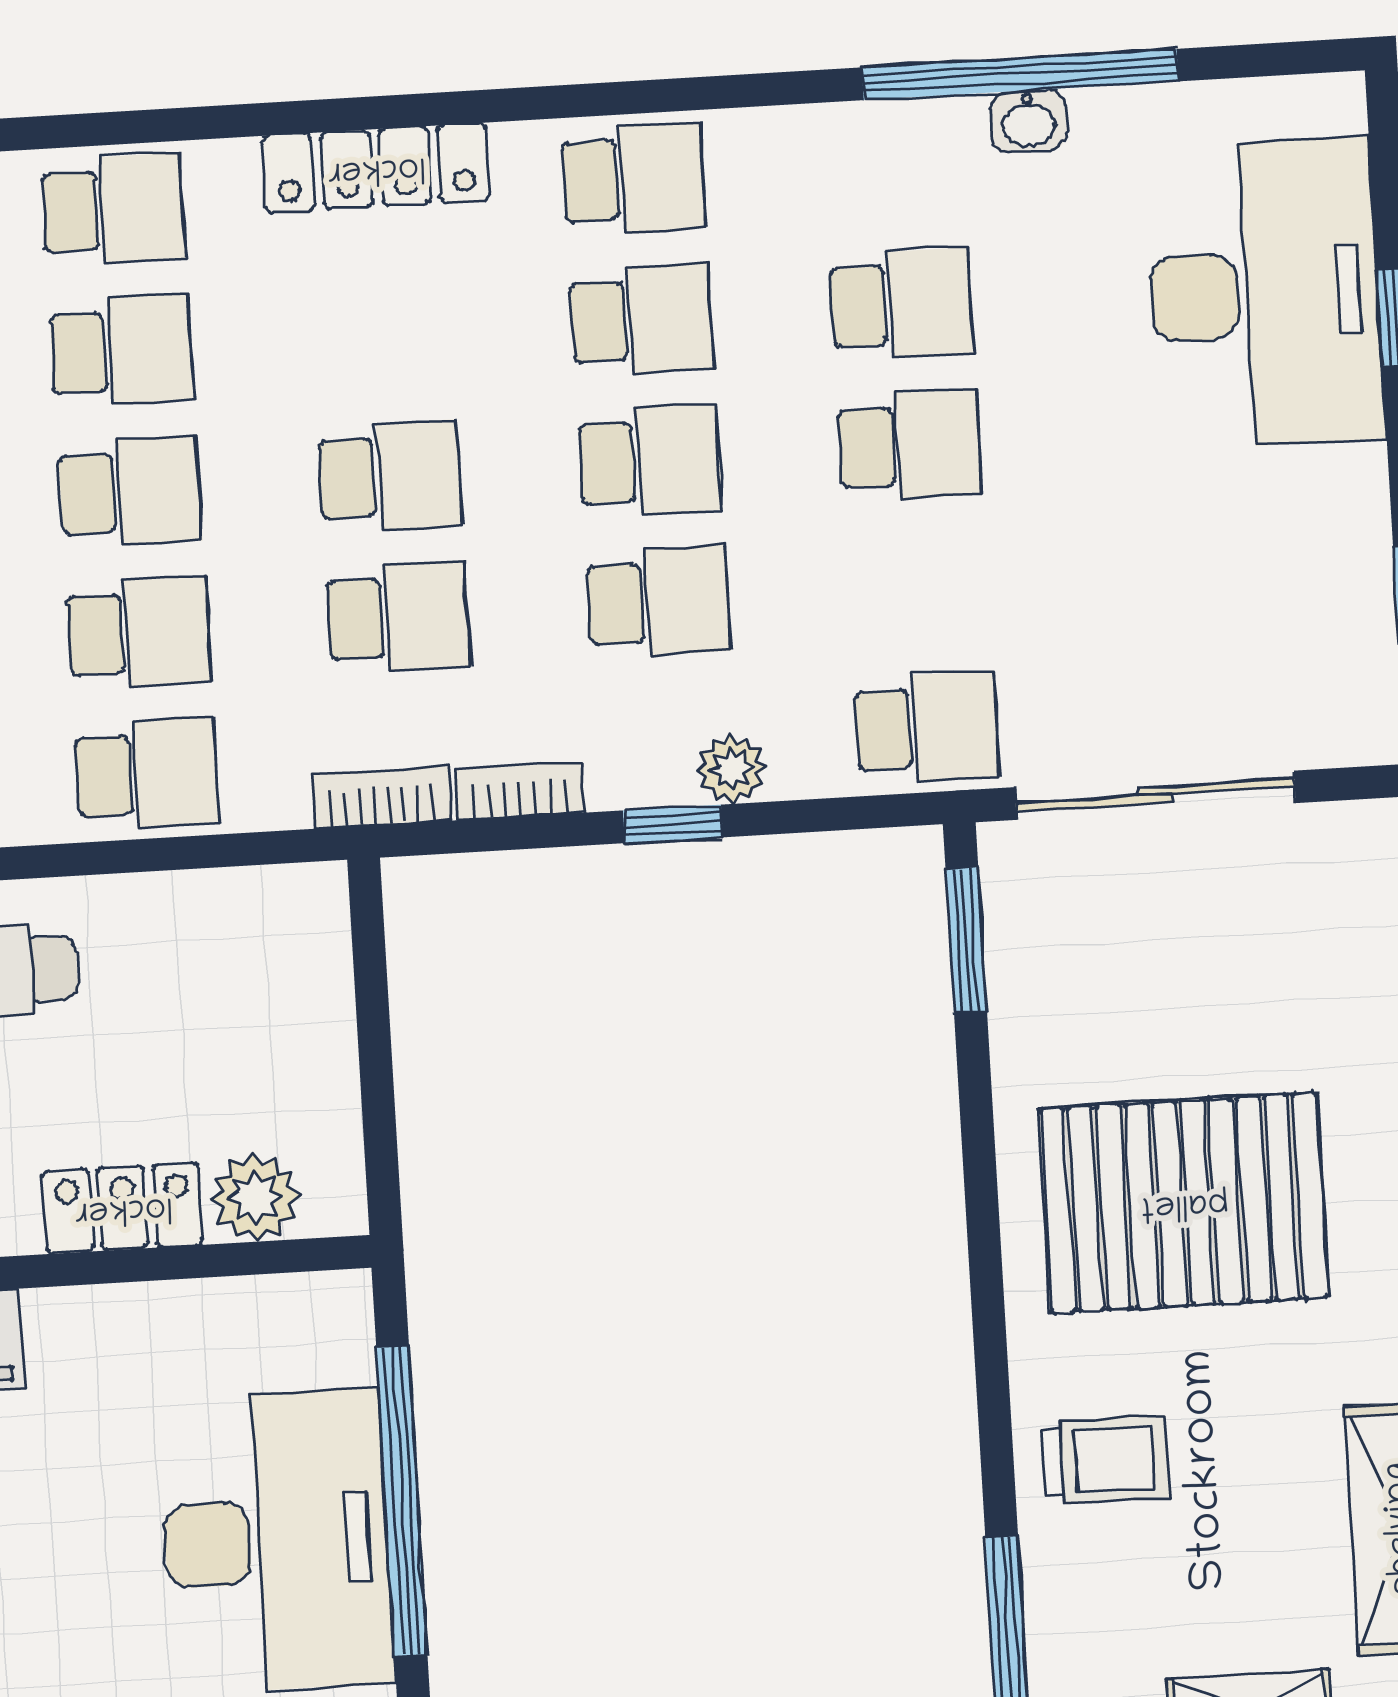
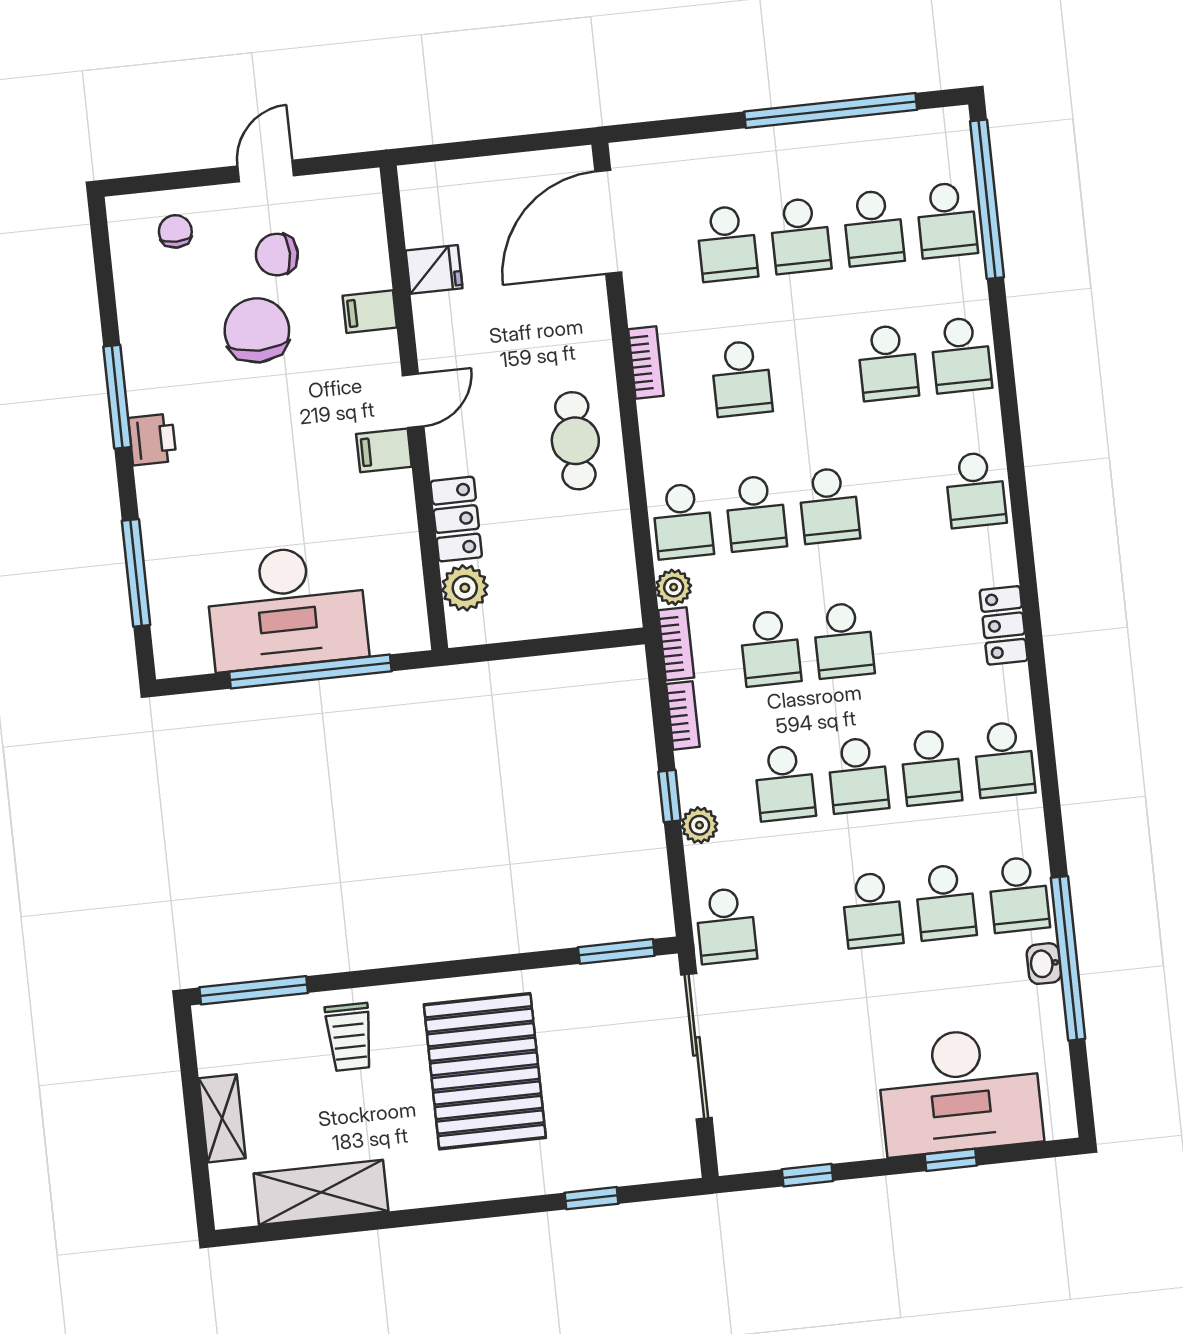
locker: (376, 168) -> (1004, 625), width x0.66
school desk: (122, 351) -> (1019, 894), moved
plant: (273, 797) -> (674, 587), added

